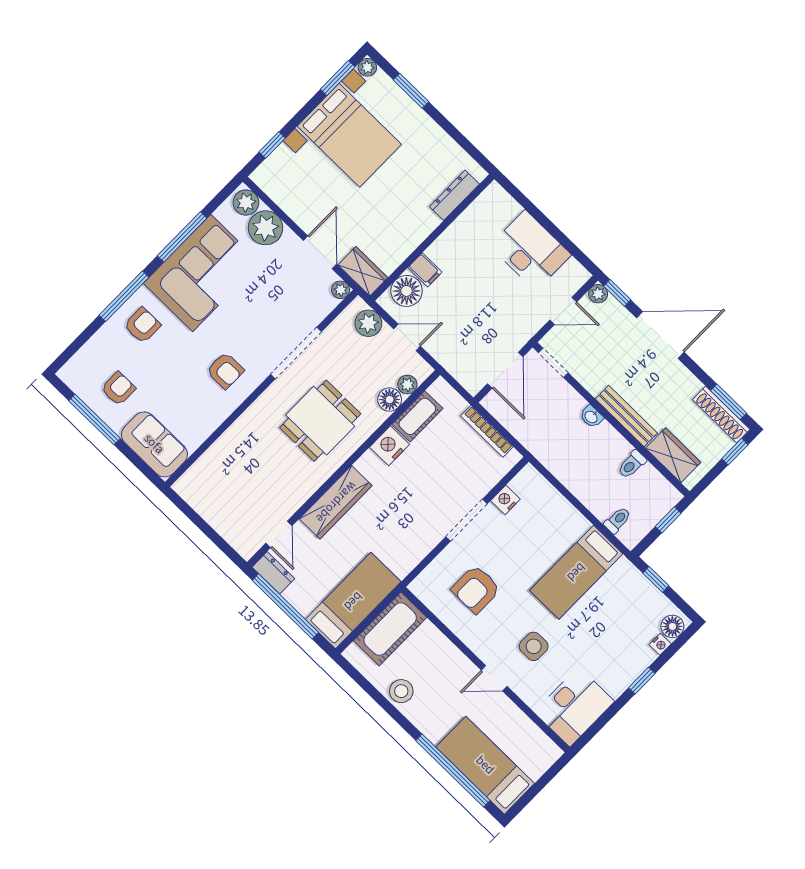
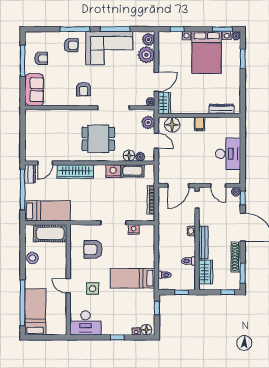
filing cabinet: (425, 270) -> (200, 124), moved
shoe rack: (721, 415) -> (236, 257), moved

